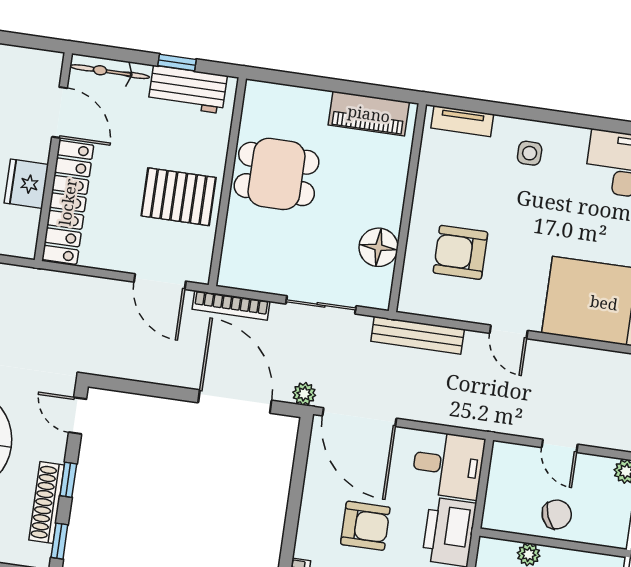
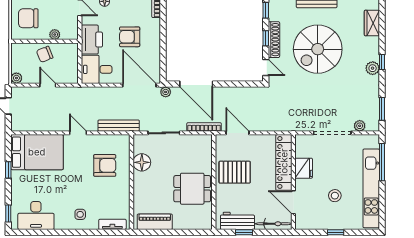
shoe rack: (47, 503) -> (274, 40), moved

